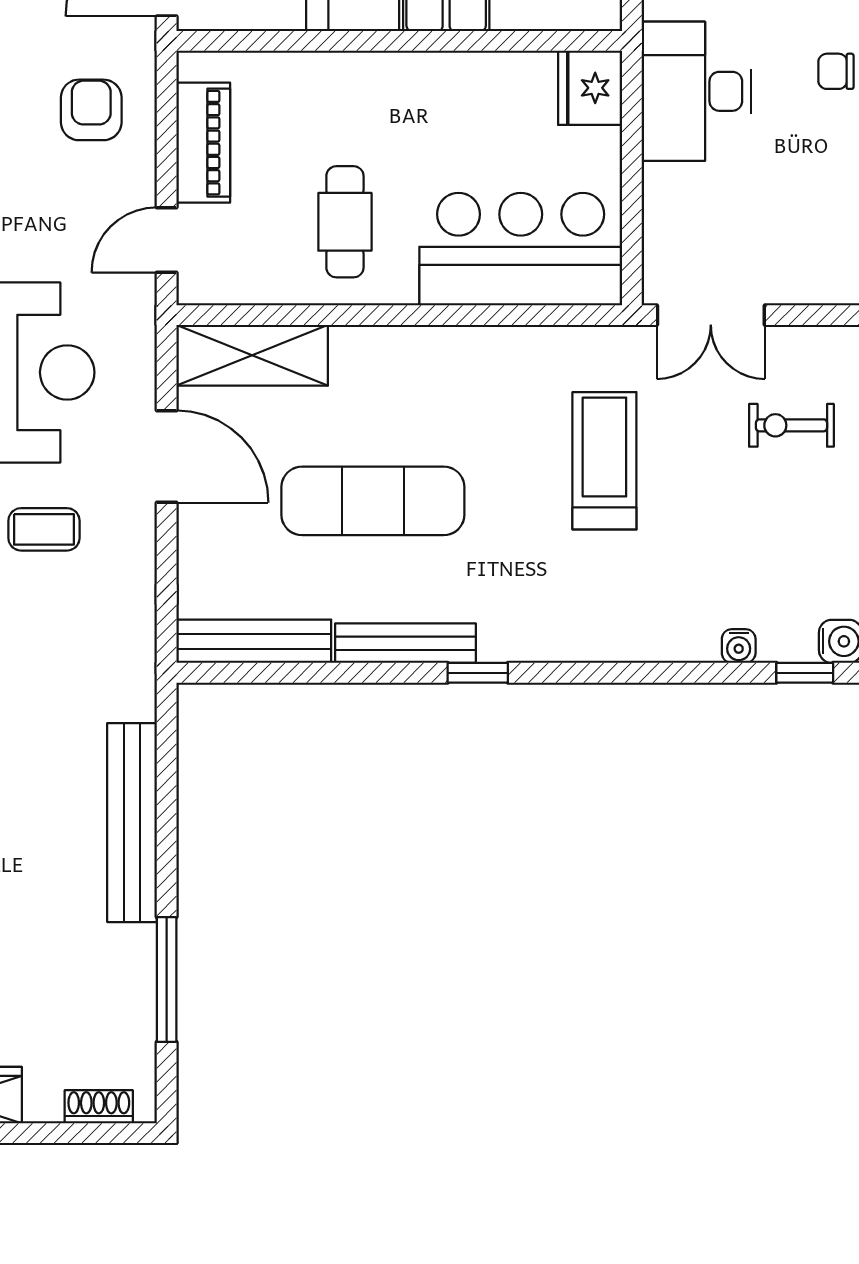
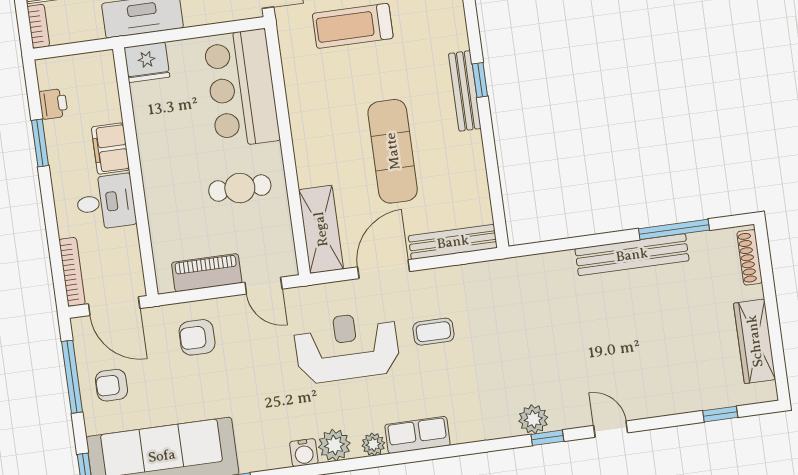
coffee table: (44, 529) -> (433, 332), turned 90
bench: (254, 641) -> (453, 242), moved, turned 90
bench: (406, 643) -> (465, 91), moved
bench: (132, 823) -> (632, 255), moved
shoe rack: (99, 1107) -> (750, 257), width x1.43

